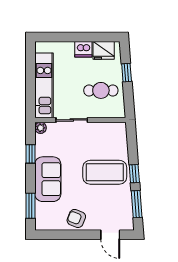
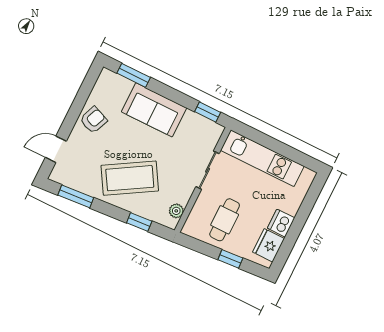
plant: (41, 128) -> (176, 211), moved
window: (31, 154) -> (208, 112), moved
coffee table: (105, 172) -> (130, 178), turned 59
window: (134, 174) -> (139, 222), moved

